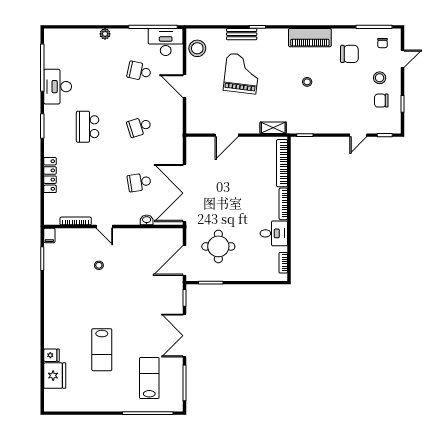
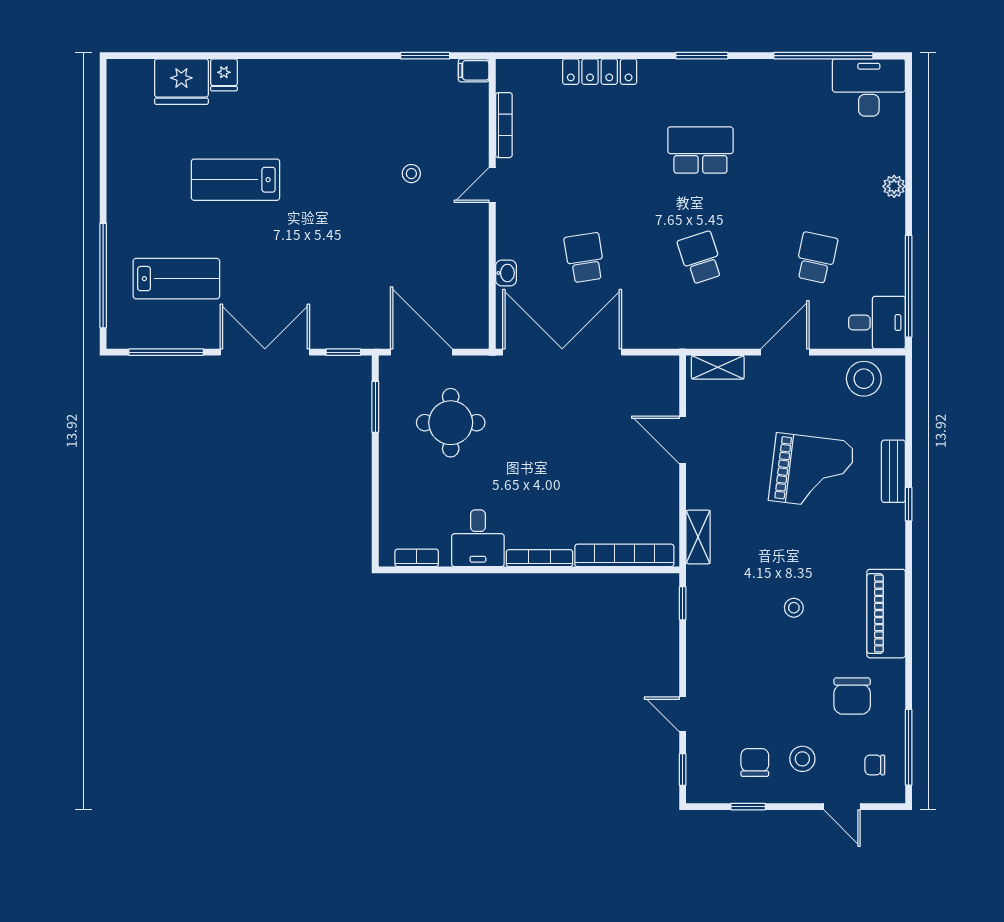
desk: (166, 42) -> (877, 323), width x0.73
desk: (58, 87) -> (869, 87), moved
shelving: (192, 118) -> (718, 367), added

